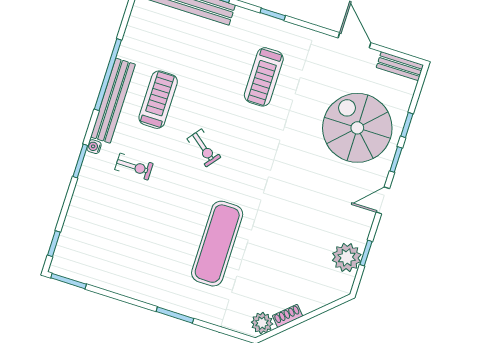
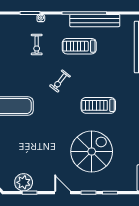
treadmill: (264, 77) -> (98, 105), moved
treadmill: (158, 100) -> (79, 46), turned 180
bench: (113, 101) -> (95, 21), moved
spiral stairs: (357, 128) -> (92, 151), moved

